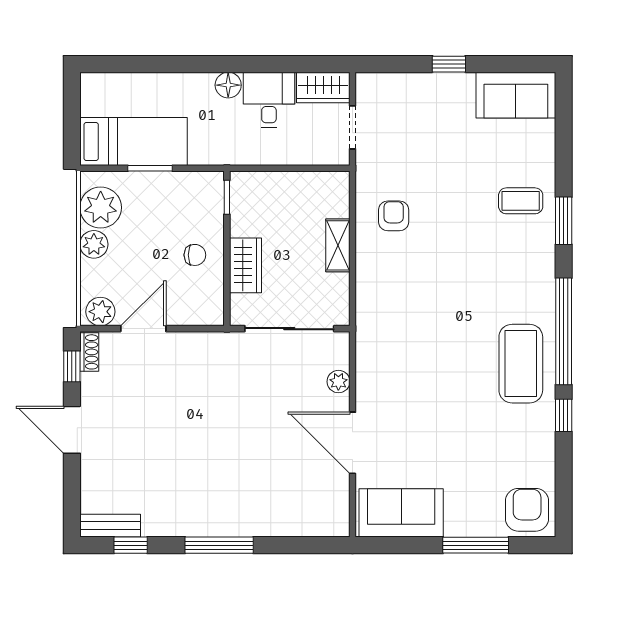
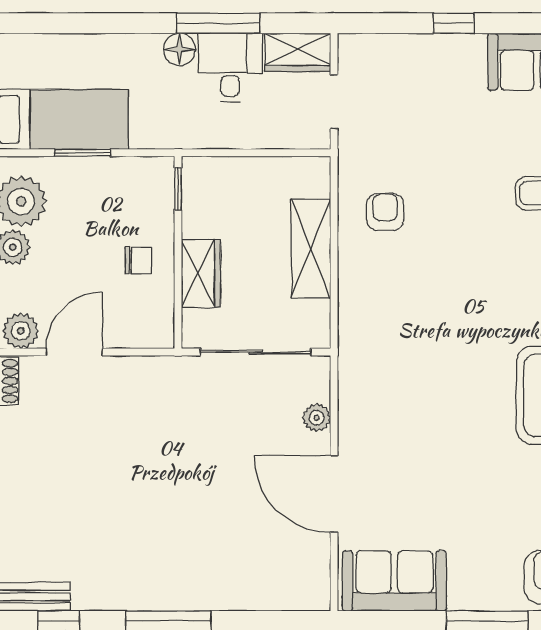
window: (259, 64) -> (218, 23), added
shelving: (338, 245) -> (311, 249), width x1.50, depth x1.33

